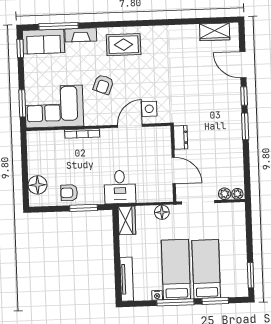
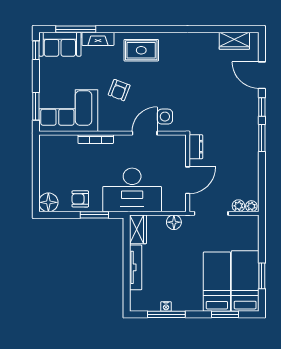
door: (174, 171) -> (188, 180), hinge flipped
floor lamp: (37, 185) -> (48, 202), moved
desk: (120, 187) -> (132, 190), width x1.87, depth x1.30
bed: (176, 270) -> (245, 281), moved
window: (251, 275) -> (262, 276), moved
tv unit: (127, 279) -> (136, 267), moved
window: (175, 302) -> (166, 314), moved

